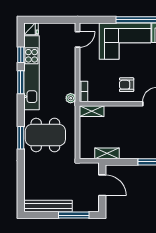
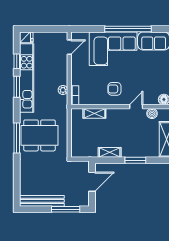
plant: (71, 98) -> (63, 90), moved
shelving: (92, 111) -> (94, 113), moved
window: (21, 138) -> (17, 138), width x1.44
shelving: (107, 153) -> (110, 152), moved
door: (102, 185) -> (92, 182), hinge flipped

